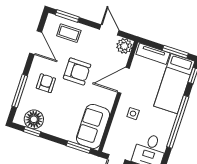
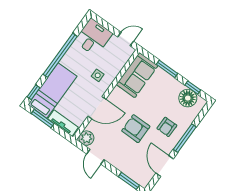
coffee table: (69, 33) -> (132, 165), removed
window: (20, 91) -> (185, 138), moved
window: (79, 147) -> (167, 69), moved

